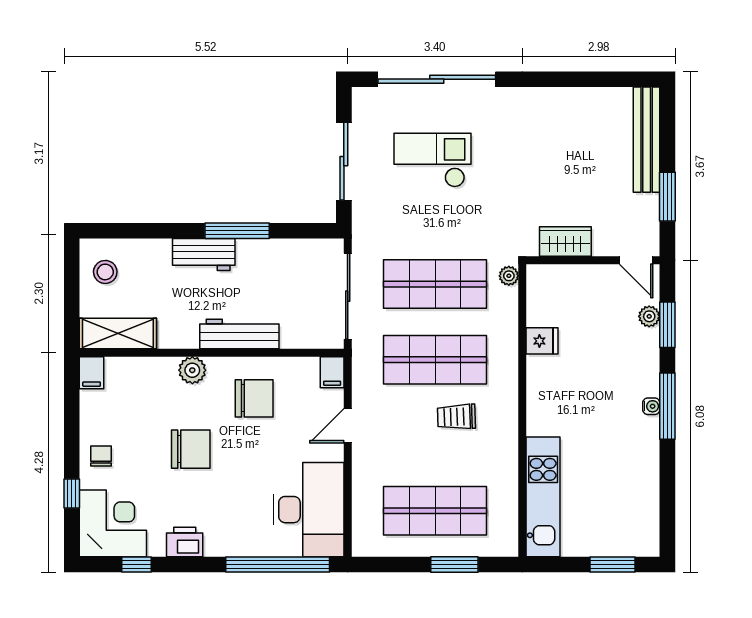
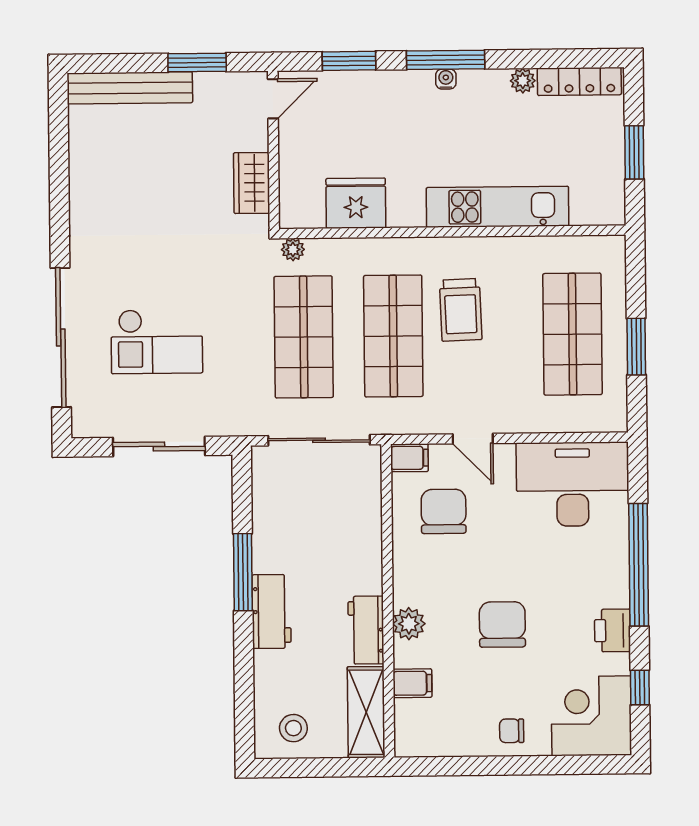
checkout: (432, 160) -> (157, 342), turned -90
plant: (649, 316) -> (523, 81), moved
workbench: (239, 334) -> (366, 630), moved, width x0.73
fridge: (542, 341) -> (356, 203), width x1.88, depth x1.34
filing cabinet: (92, 373) -> (412, 683), moved
chair: (254, 398) -> (444, 511), moved
trolley: (456, 417) -> (461, 310), width x1.36, depth x1.39
window: (72, 493) -> (556, 765), removed
kitchen unit: (543, 497) -> (498, 207), moved
locker: (648, 519) -> (579, 81), added
window: (278, 565) -> (639, 565), moved
window: (454, 565) -> (636, 347), moved
window: (613, 565) -> (634, 152), moved

